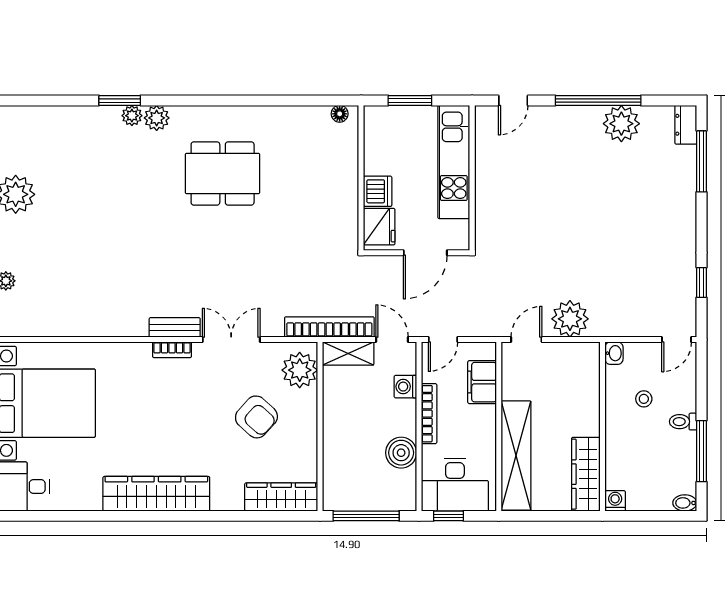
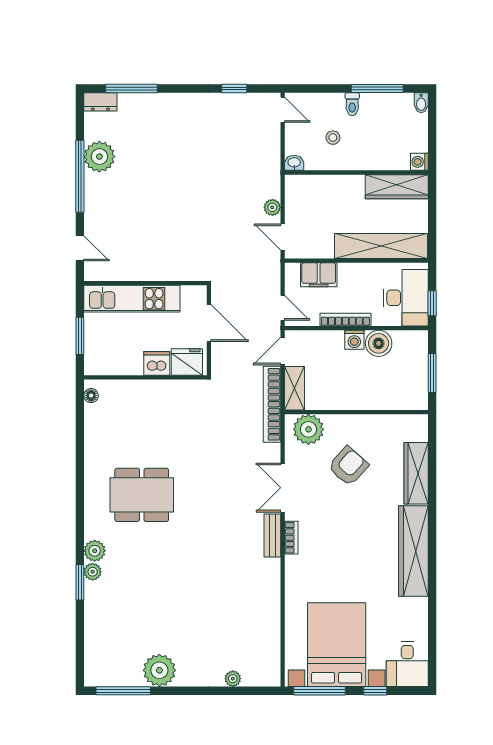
dining table: (223, 173) -> (142, 495), turned 90
plant: (570, 319) -> (272, 207), width x0.53, depth x0.53
washing machine: (405, 387) -> (354, 340), moved
wardrobe: (281, 497) -> (416, 473), moved
window: (366, 516) -> (432, 373), width x0.69

